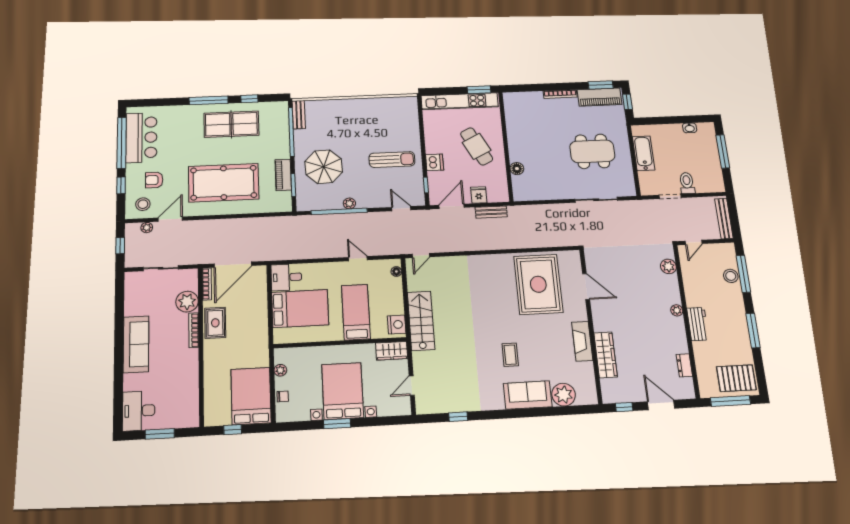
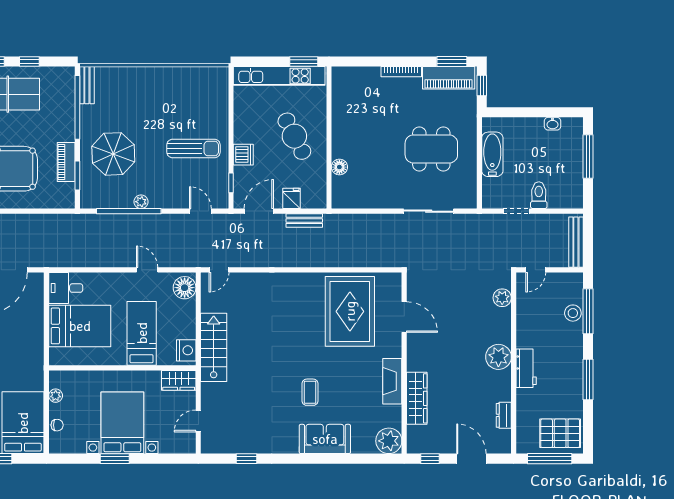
floor lamp: (396, 271) -> (185, 288), width x1.89, depth x1.89
plant: (677, 310) -> (498, 357), width x1.88, depth x1.88
plant: (564, 395) -> (389, 441), moved

